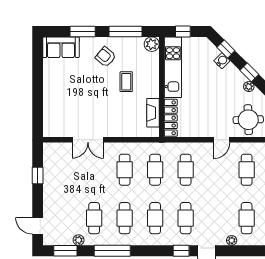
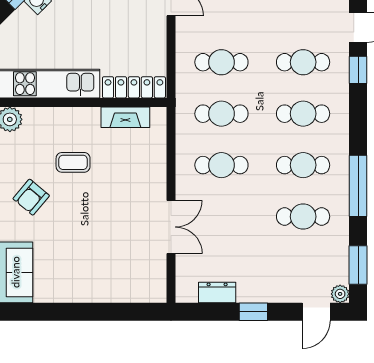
dresser: (49, 167) -> (217, 293), added
window: (38, 175) -> (253, 312), moved
plant: (79, 240) -> (340, 294), moved

